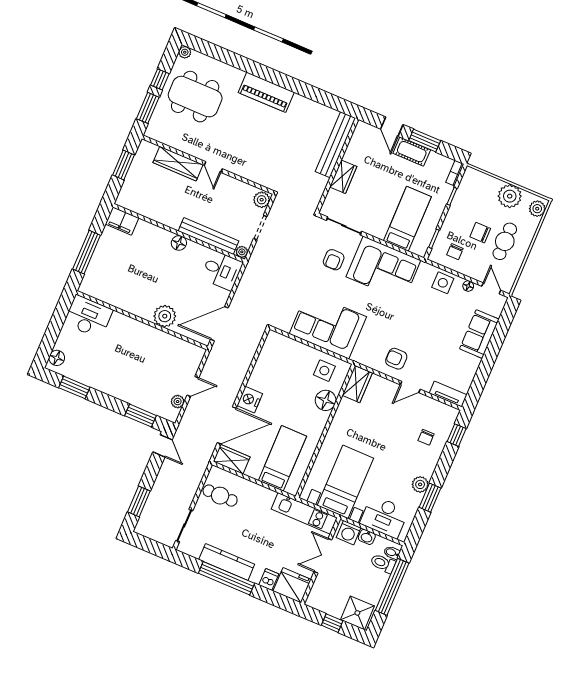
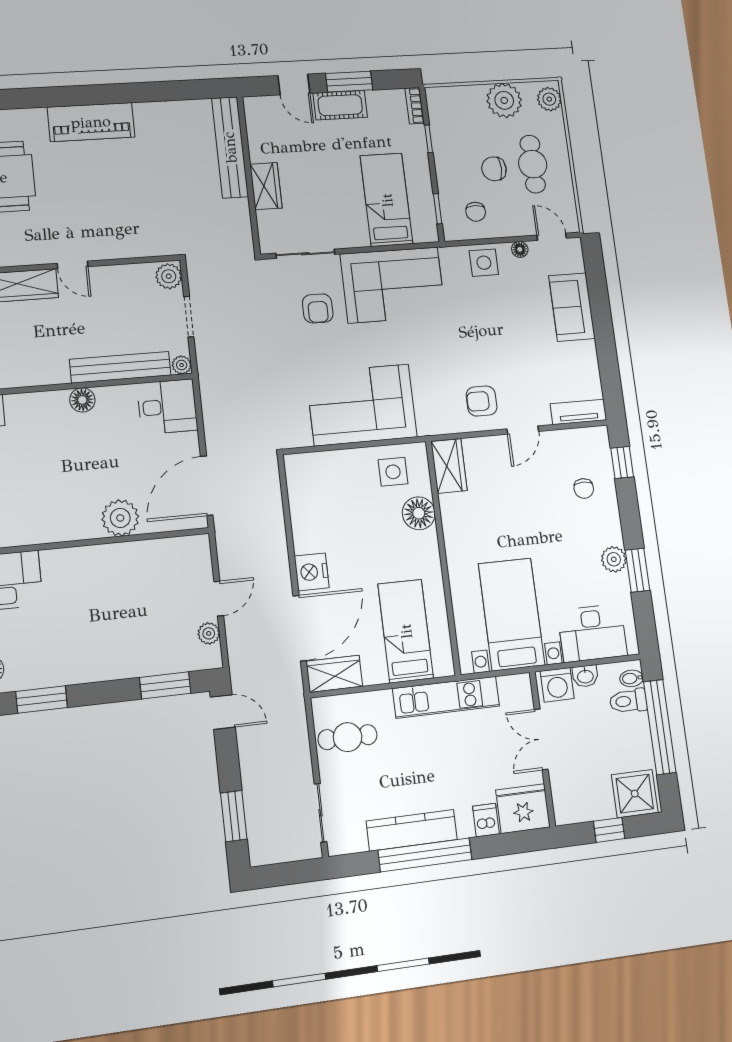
kitchen unit: (304, 513) -> (446, 697), moved

